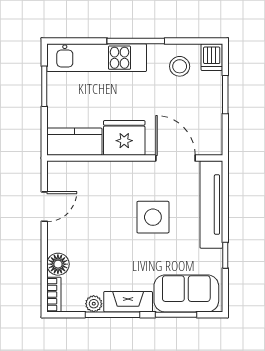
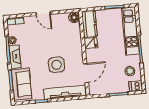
fridge: (124, 138) -> (91, 43), width x0.53, depth x0.75
door: (44, 207) -> (43, 14), moved
floor lamp: (58, 264) -> (74, 17), moved

